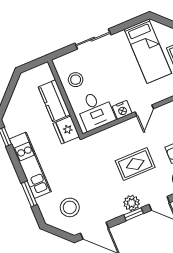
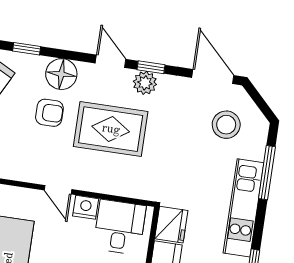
door: (144, 110) -> (58, 190), swing flipped
rug: (135, 164) -> (111, 129), width x1.36, depth x1.43
window: (29, 194) -> (267, 173), width x1.44

